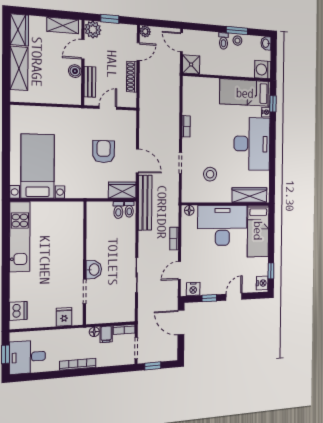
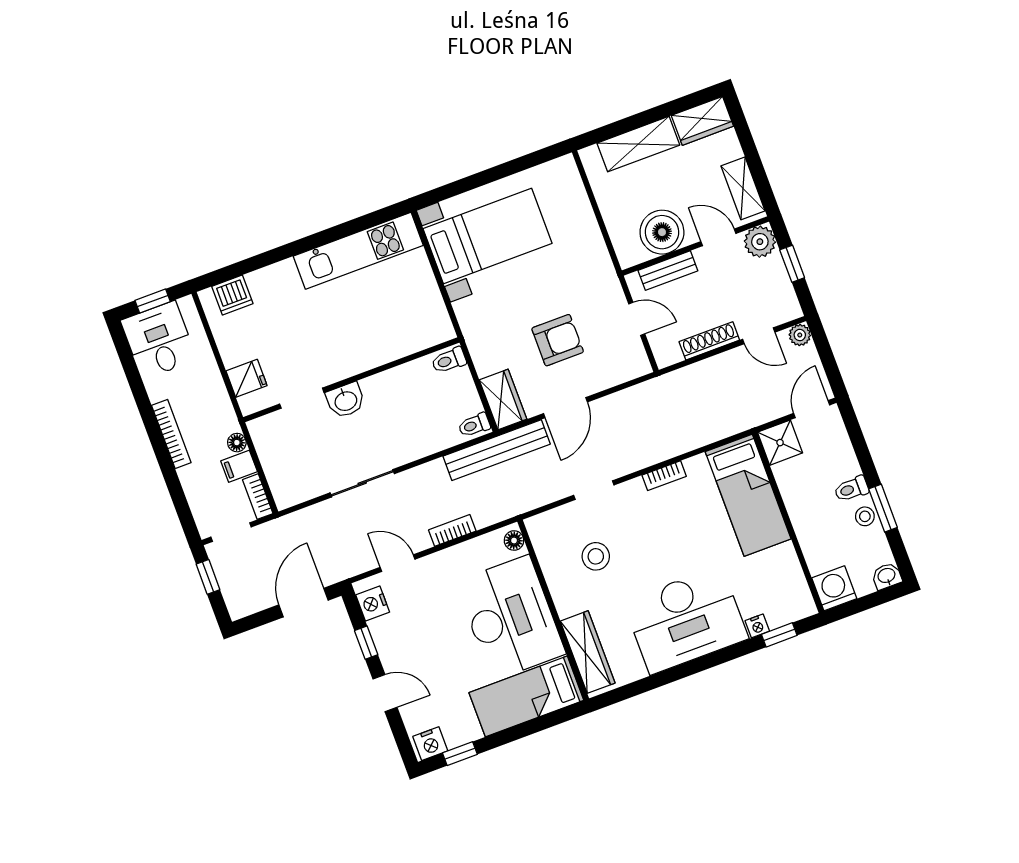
boiler: (75, 71) -> (662, 232), width x1.86, depth x1.86
bed: (245, 93) -> (748, 495), moved, turned 180
toilet: (118, 210) -> (449, 360), moved

